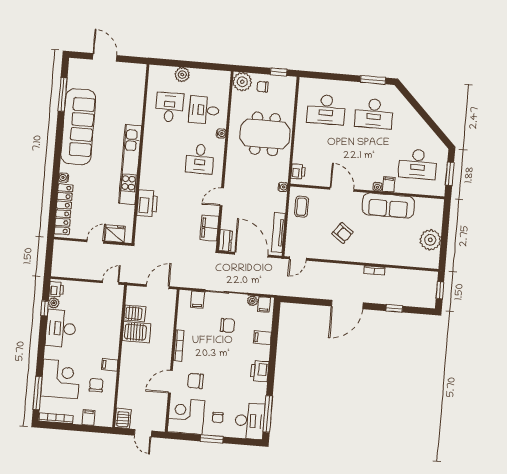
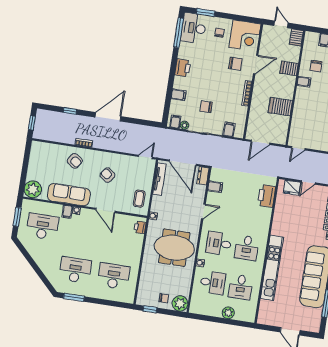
meeting table: (265, 134) -> (174, 248), moved
desk: (165, 156) -> (247, 248), added
desk: (200, 159) -> (219, 243), turned -90
kitchen unit: (130, 165) -> (272, 268), moved
printer: (147, 203) -> (266, 196), moved
filing cabinet: (209, 228) -> (215, 187), width x0.50
plant: (430, 240) -> (33, 189), moved
armchair: (384, 247) -> (75, 161), added
server rack: (135, 313) -> (289, 68), moved
window: (212, 439) -> (206, 13), moved

